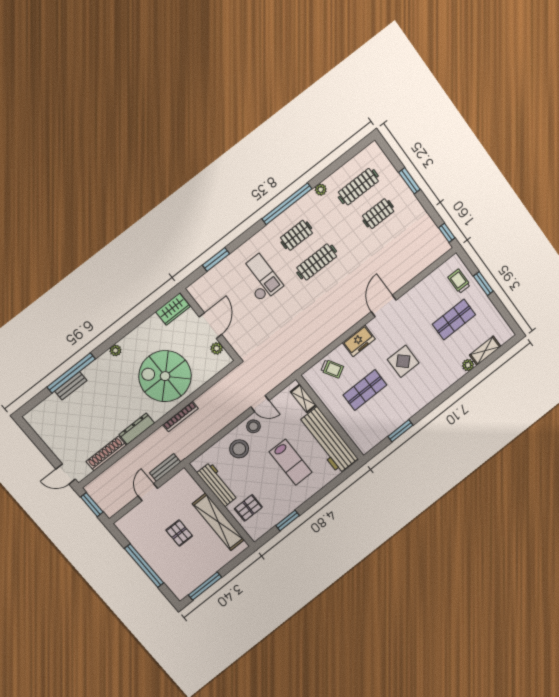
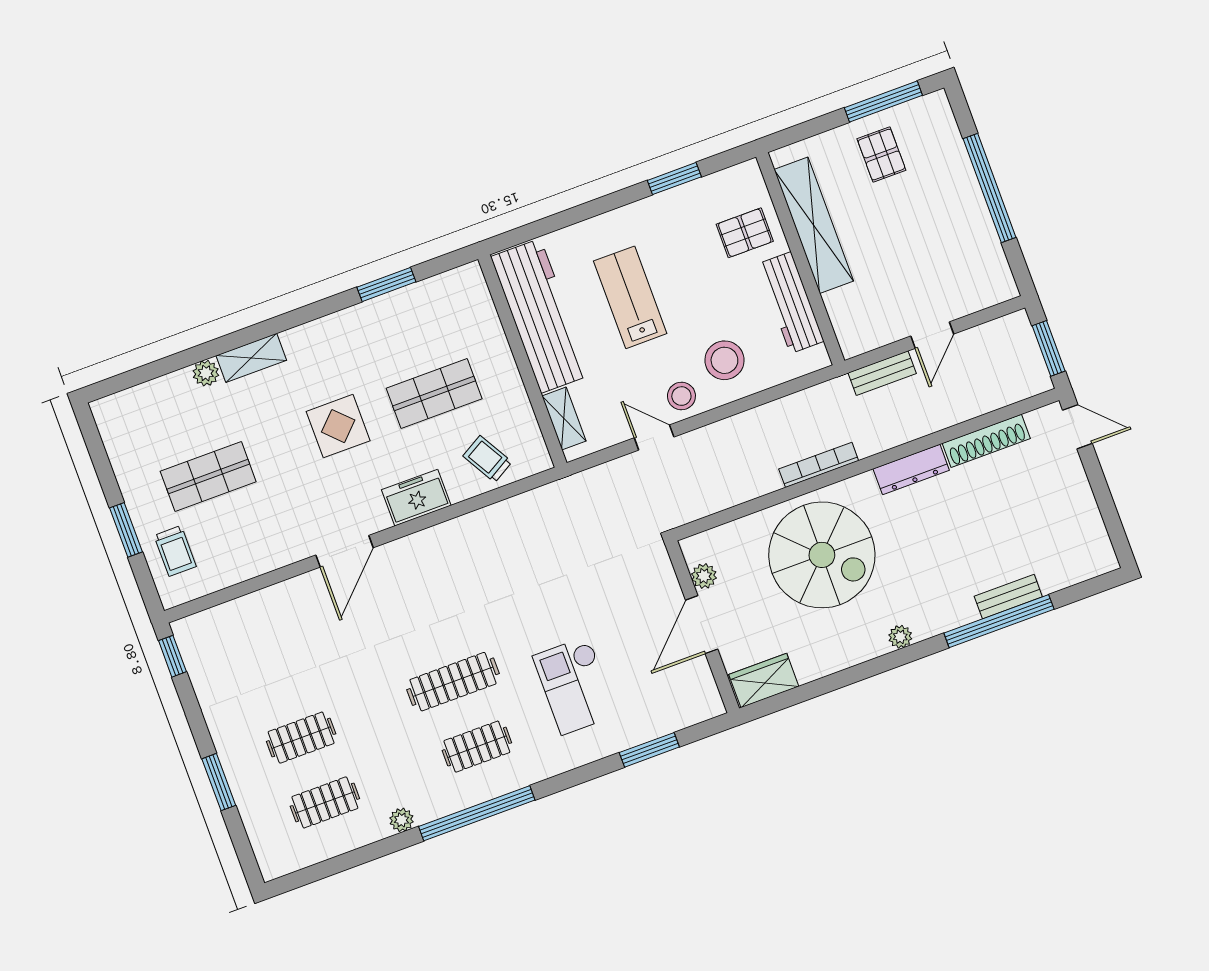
clothes rail: (358, 187) -> (325, 802), width x0.73
shelving: (485, 351) -> (251, 358), moved
pallet: (179, 533) -> (881, 155), moved

